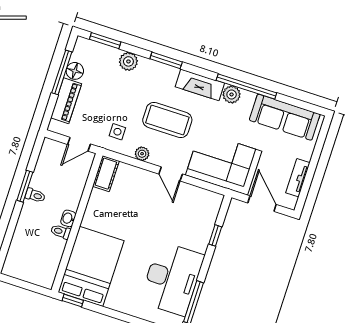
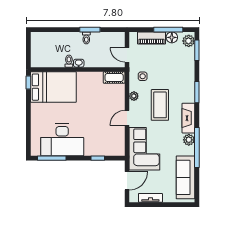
plant: (128, 61) -> (189, 41), moved

